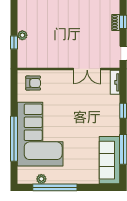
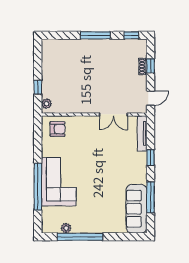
plant: (22, 35) -> (46, 104), moved
tv unit: (115, 82) -> (142, 133), width x1.41
corner sofa: (40, 134) -> (59, 182), width x0.73, depth x0.74

